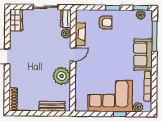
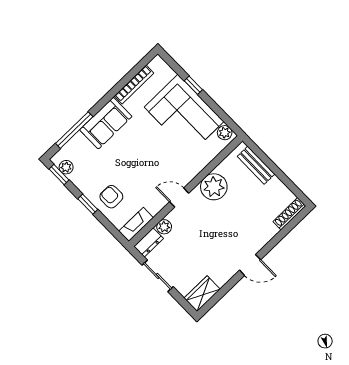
fireplace: (80, 34) -> (136, 224), moved
plant: (138, 107) -> (225, 133), moved

